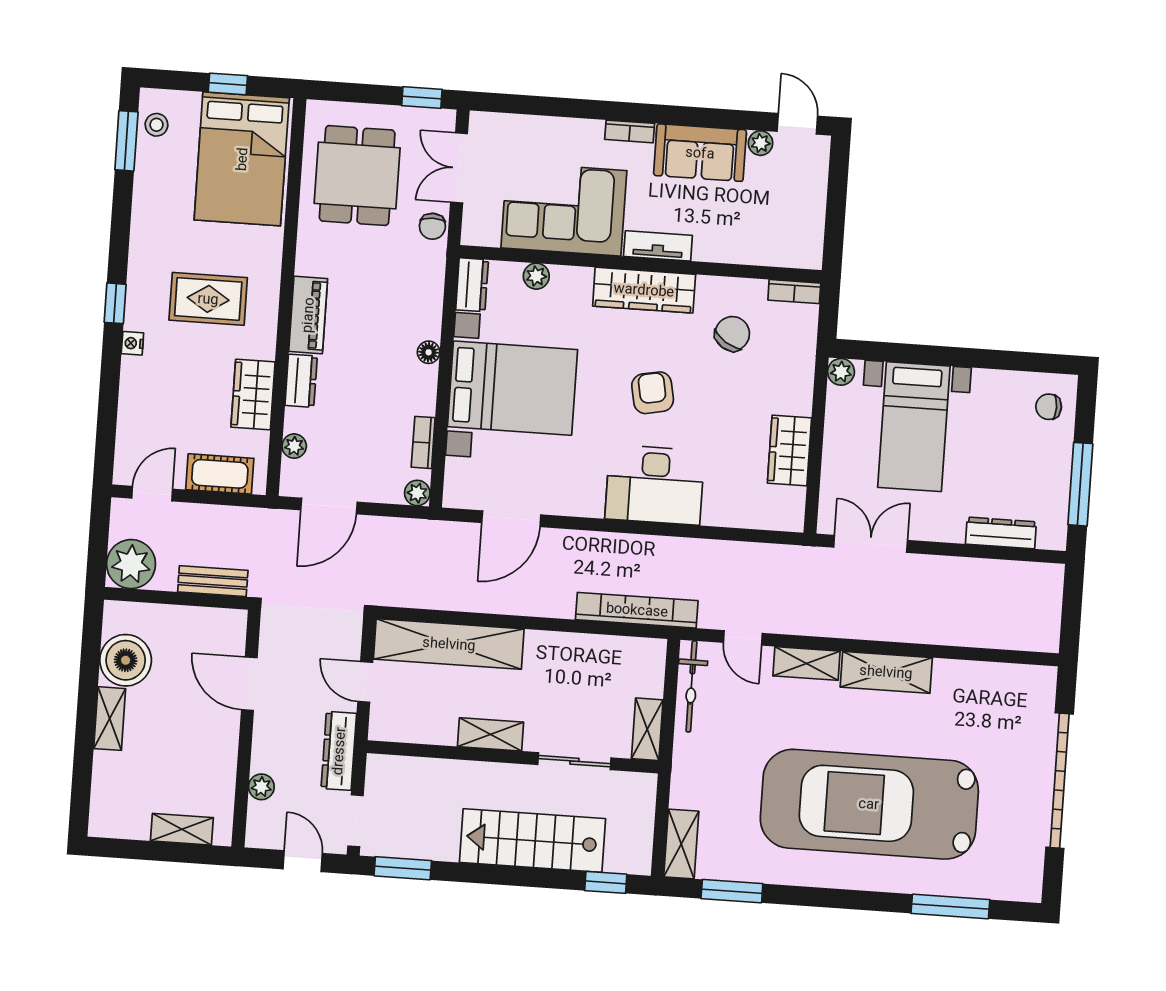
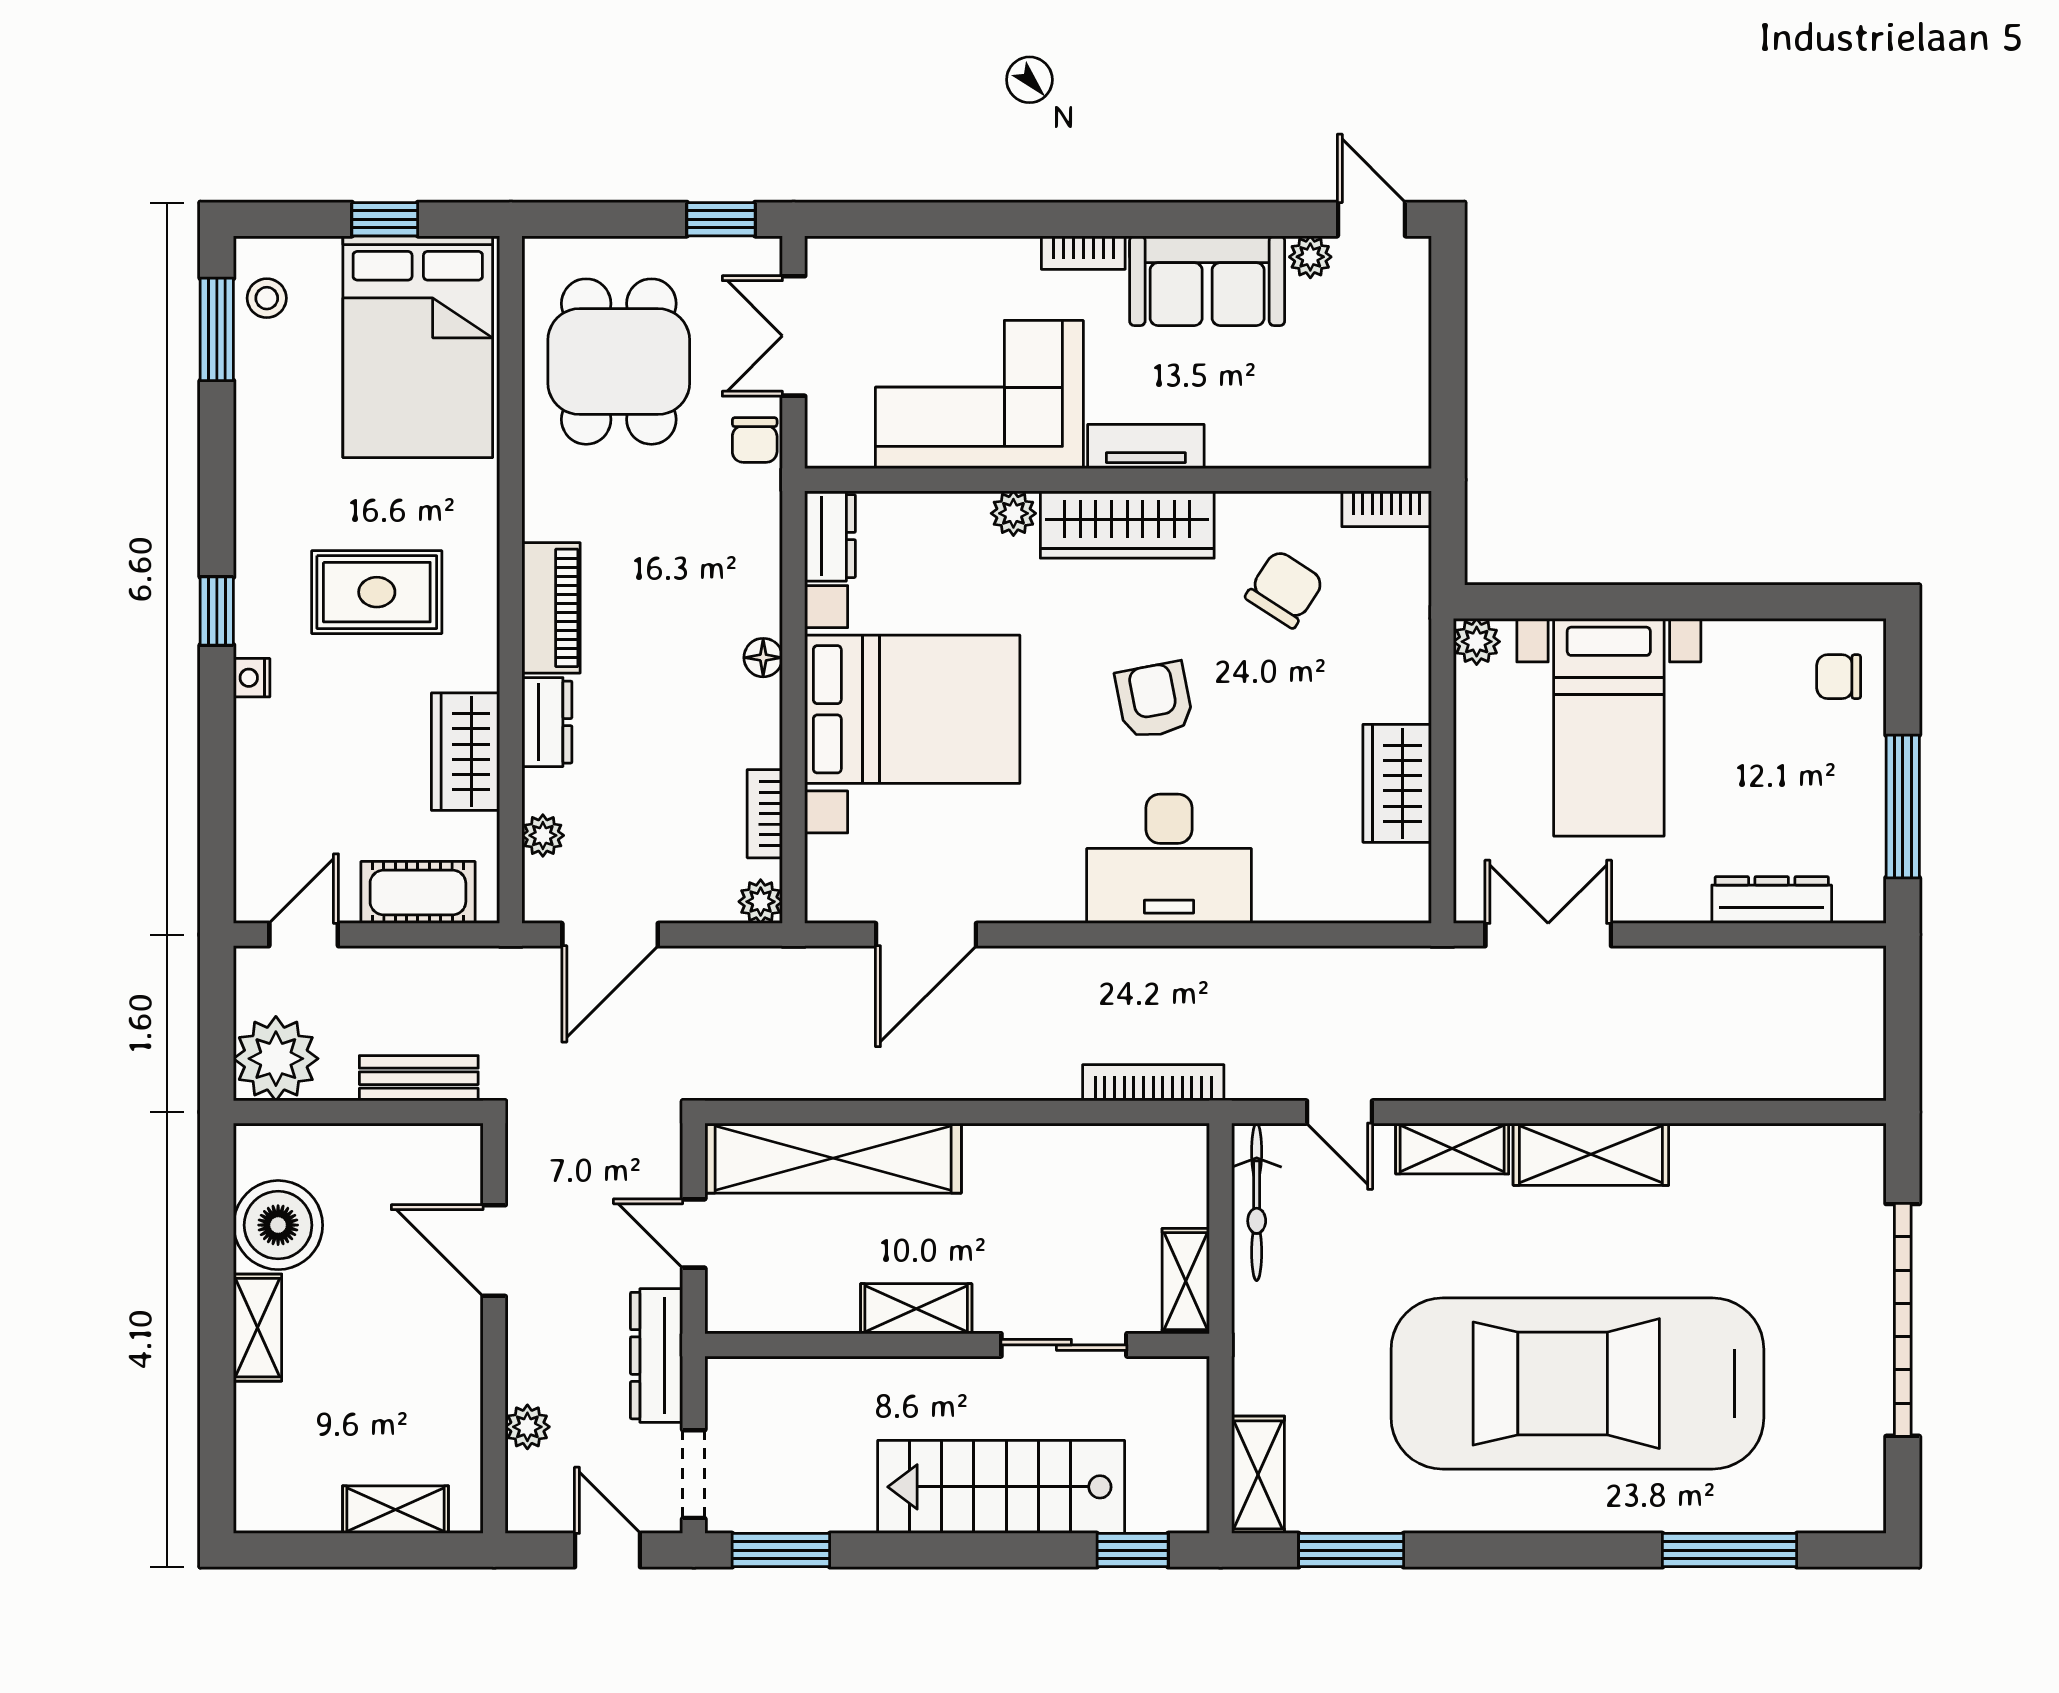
plant: (536, 276) -> (1013, 513), moved
bookcase: (637, 610) -> (1153, 1083), width x0.68, depth x0.76

